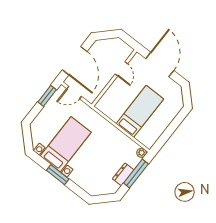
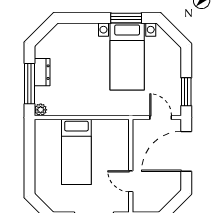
door: (75, 61) -> (186, 151), hinge flipped
door: (74, 93) -> (161, 118), hinge flipped
window: (58, 175) -> (126, 18), moved

